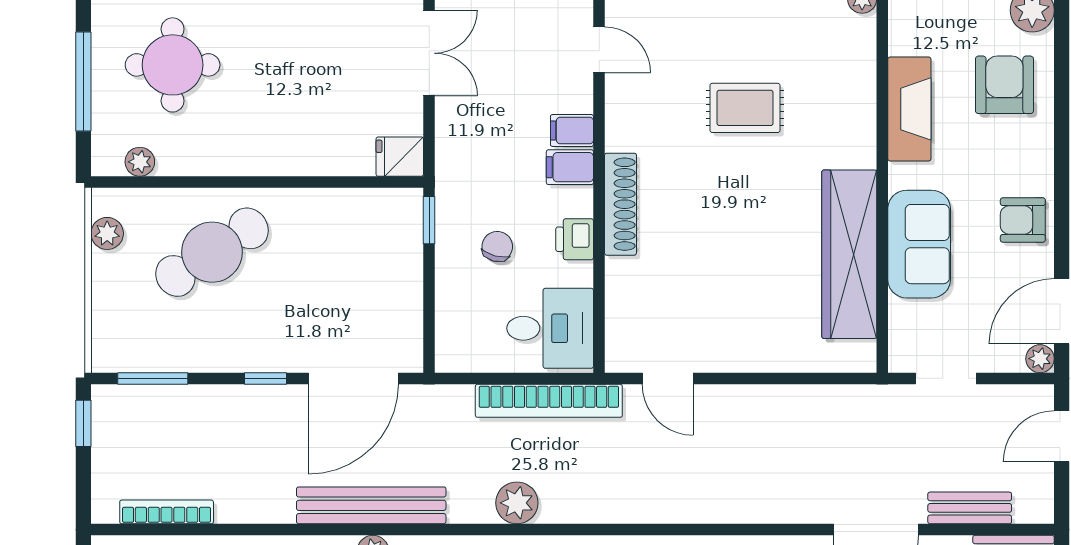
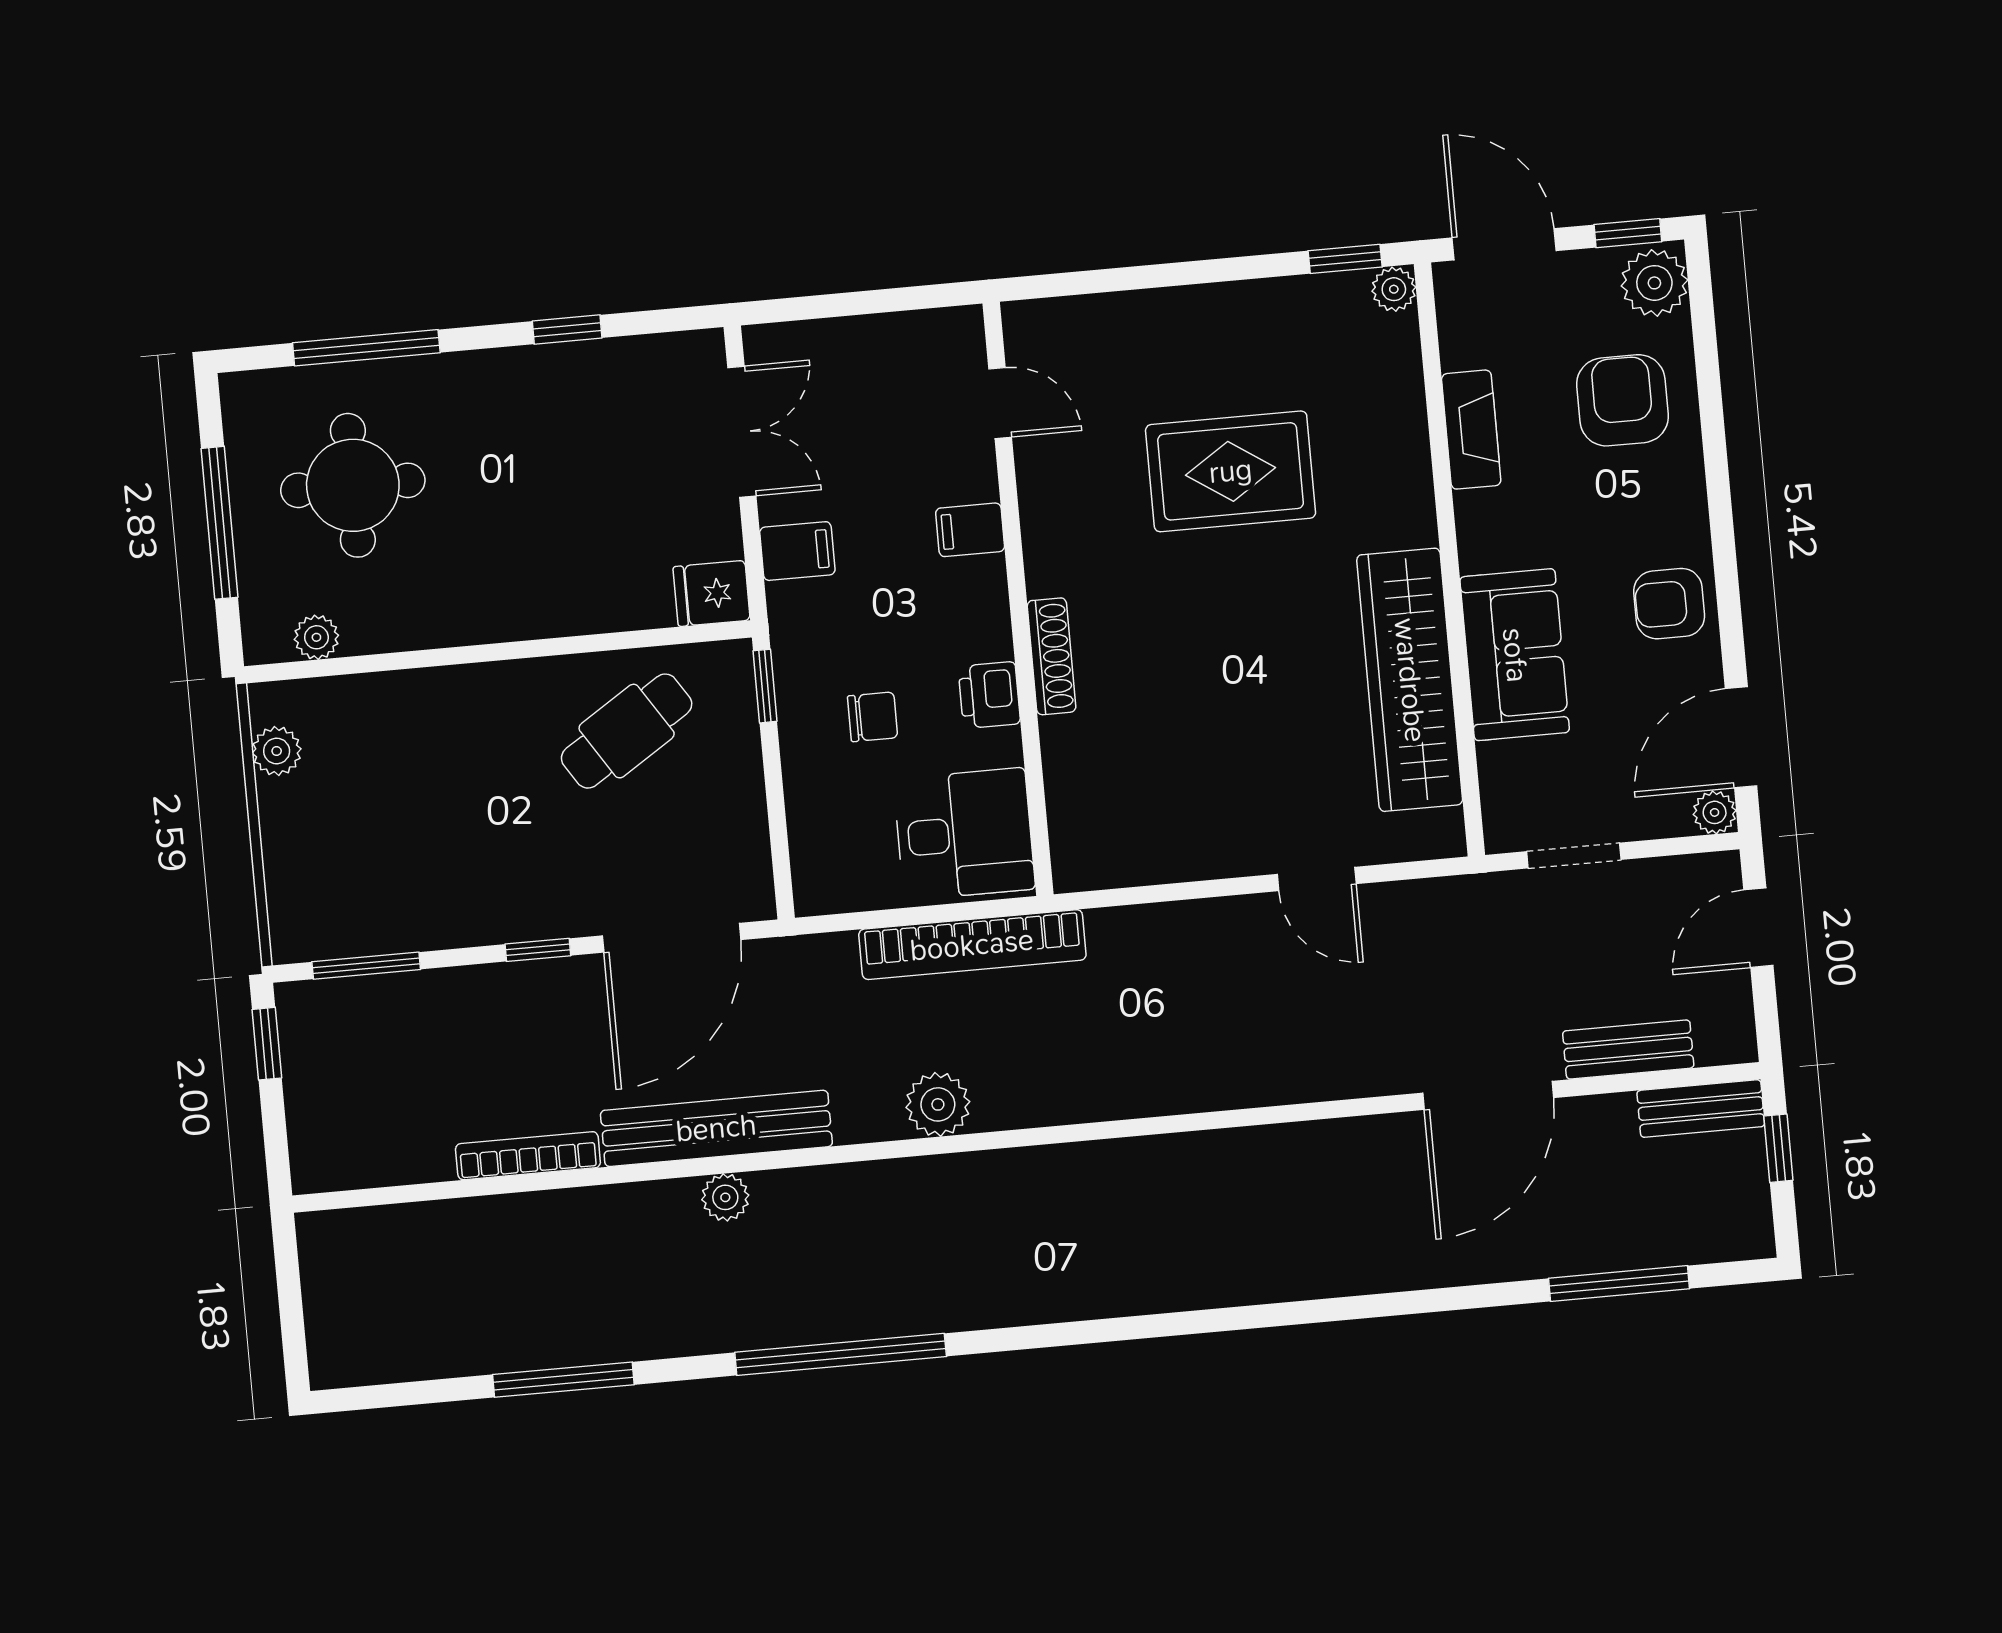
rug: (745, 108) -> (1231, 471), width x1.36, depth x1.43
fireplace: (909, 109) -> (1471, 430), width x0.73, depth x0.76
filing cabinet: (570, 167) -> (797, 551), moved, turned 180
shoe rack: (620, 204) -> (1052, 656), width x0.74, depth x0.81
chair: (497, 246) -> (873, 717), turned 75
cafe table: (212, 252) -> (627, 731), moved, width x0.73, depth x0.74
door: (668, 378) -> (1317, 879), moved
bookcase: (167, 512) -> (528, 1156), moved

